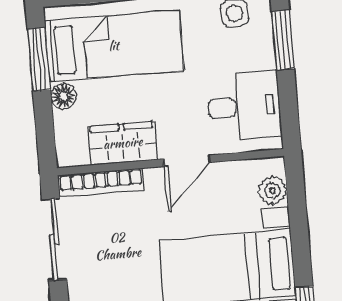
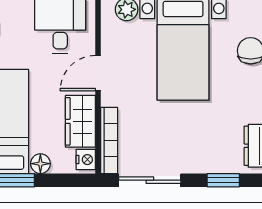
nightstand: (74, 154) -> (86, 160), added
door: (187, 161) -> (98, 73), swing flipped

